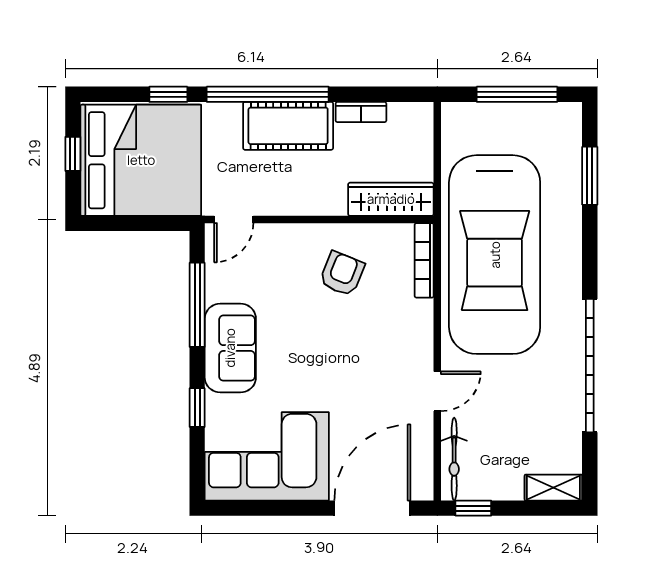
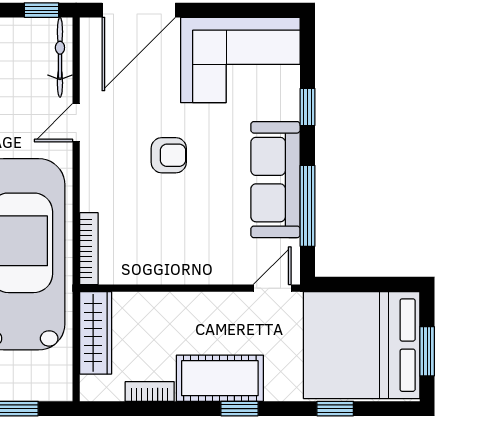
window: (268, 94) -> (240, 409), width x0.32
window: (73, 154) -> (427, 351), width x1.50
wardrobe: (391, 199) -> (96, 333), moved, turned -90
armchair: (342, 274) -> (169, 155), moved, turned -112
sofa: (230, 348) -> (275, 180), width x1.36

